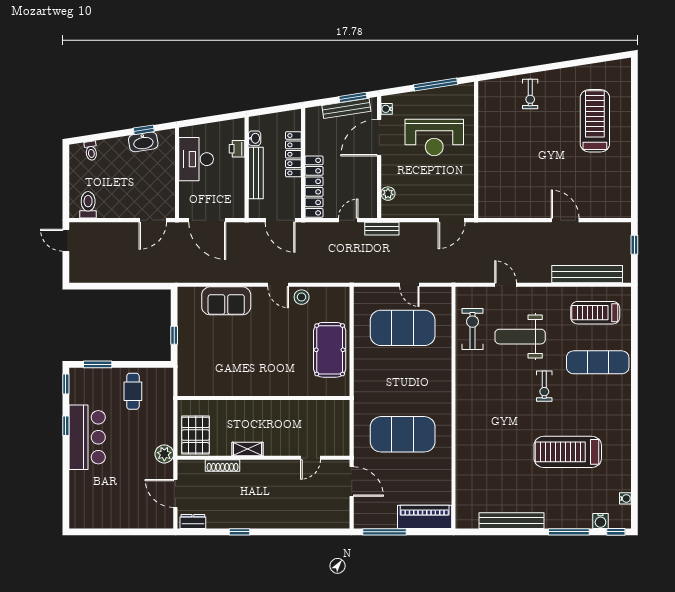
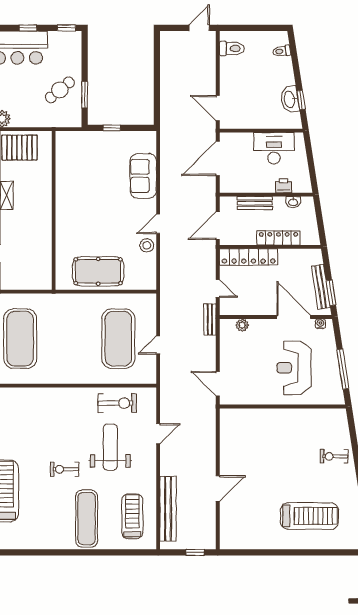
bench: (256, 173) -> (255, 203), width x0.73
window: (98, 364) -> (85, 95), moved
cafe table: (133, 391) -> (60, 90), turned -40

